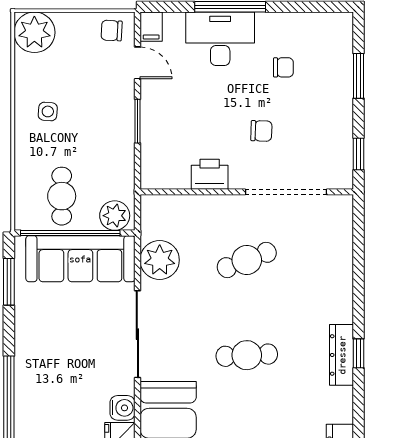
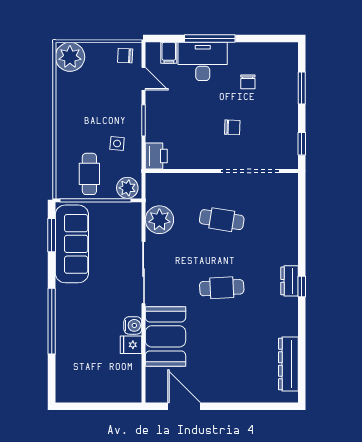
filing cabinet: (151, 27) -> (169, 53), moved
chair: (283, 67) -> (248, 82), turned 90
side table: (48, 111) -> (117, 144), moved
printer: (210, 174) -> (156, 156), moved, turned 90
sofa: (80, 259) -> (72, 244), moved, turned -90
cafe table: (247, 260) -> (222, 220), turned 30
dresser: (342, 355) -> (289, 281), width x0.70

